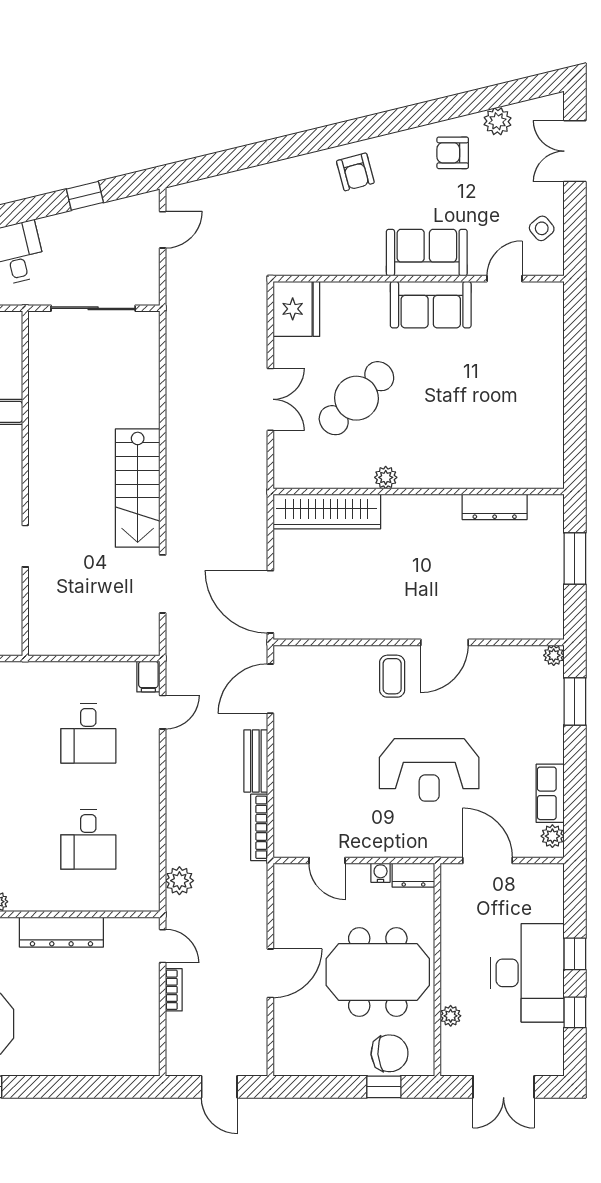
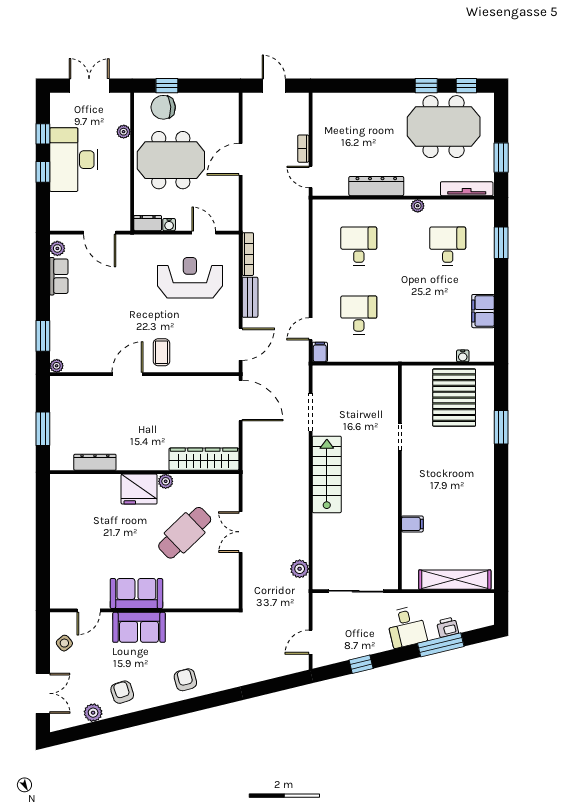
armchair: (453, 153) -> (122, 692), turned -108
fridge: (296, 309) -> (139, 489), moved, turned -90
reception desk: (429, 770) -> (190, 278), moved
plant: (179, 881) -> (300, 569), moved

